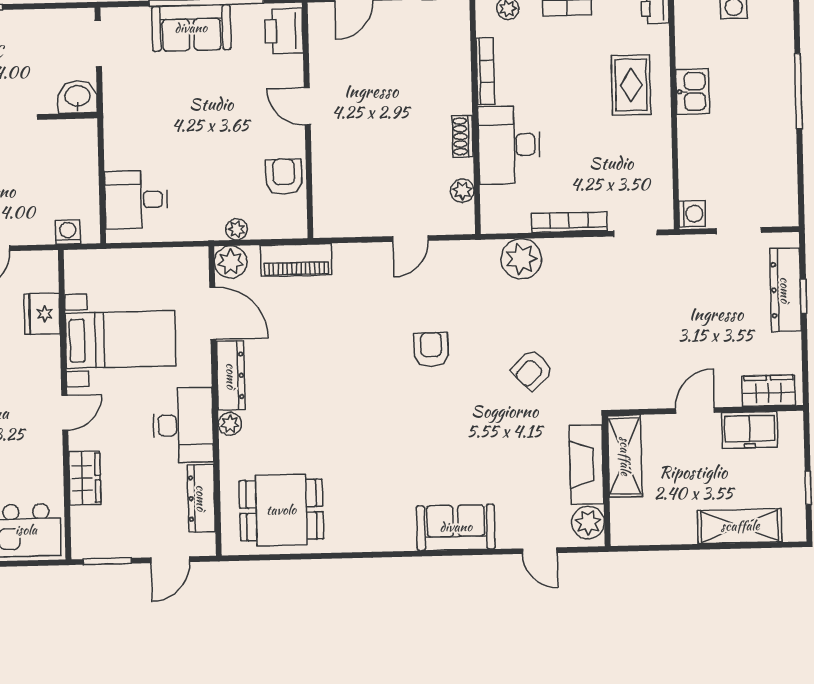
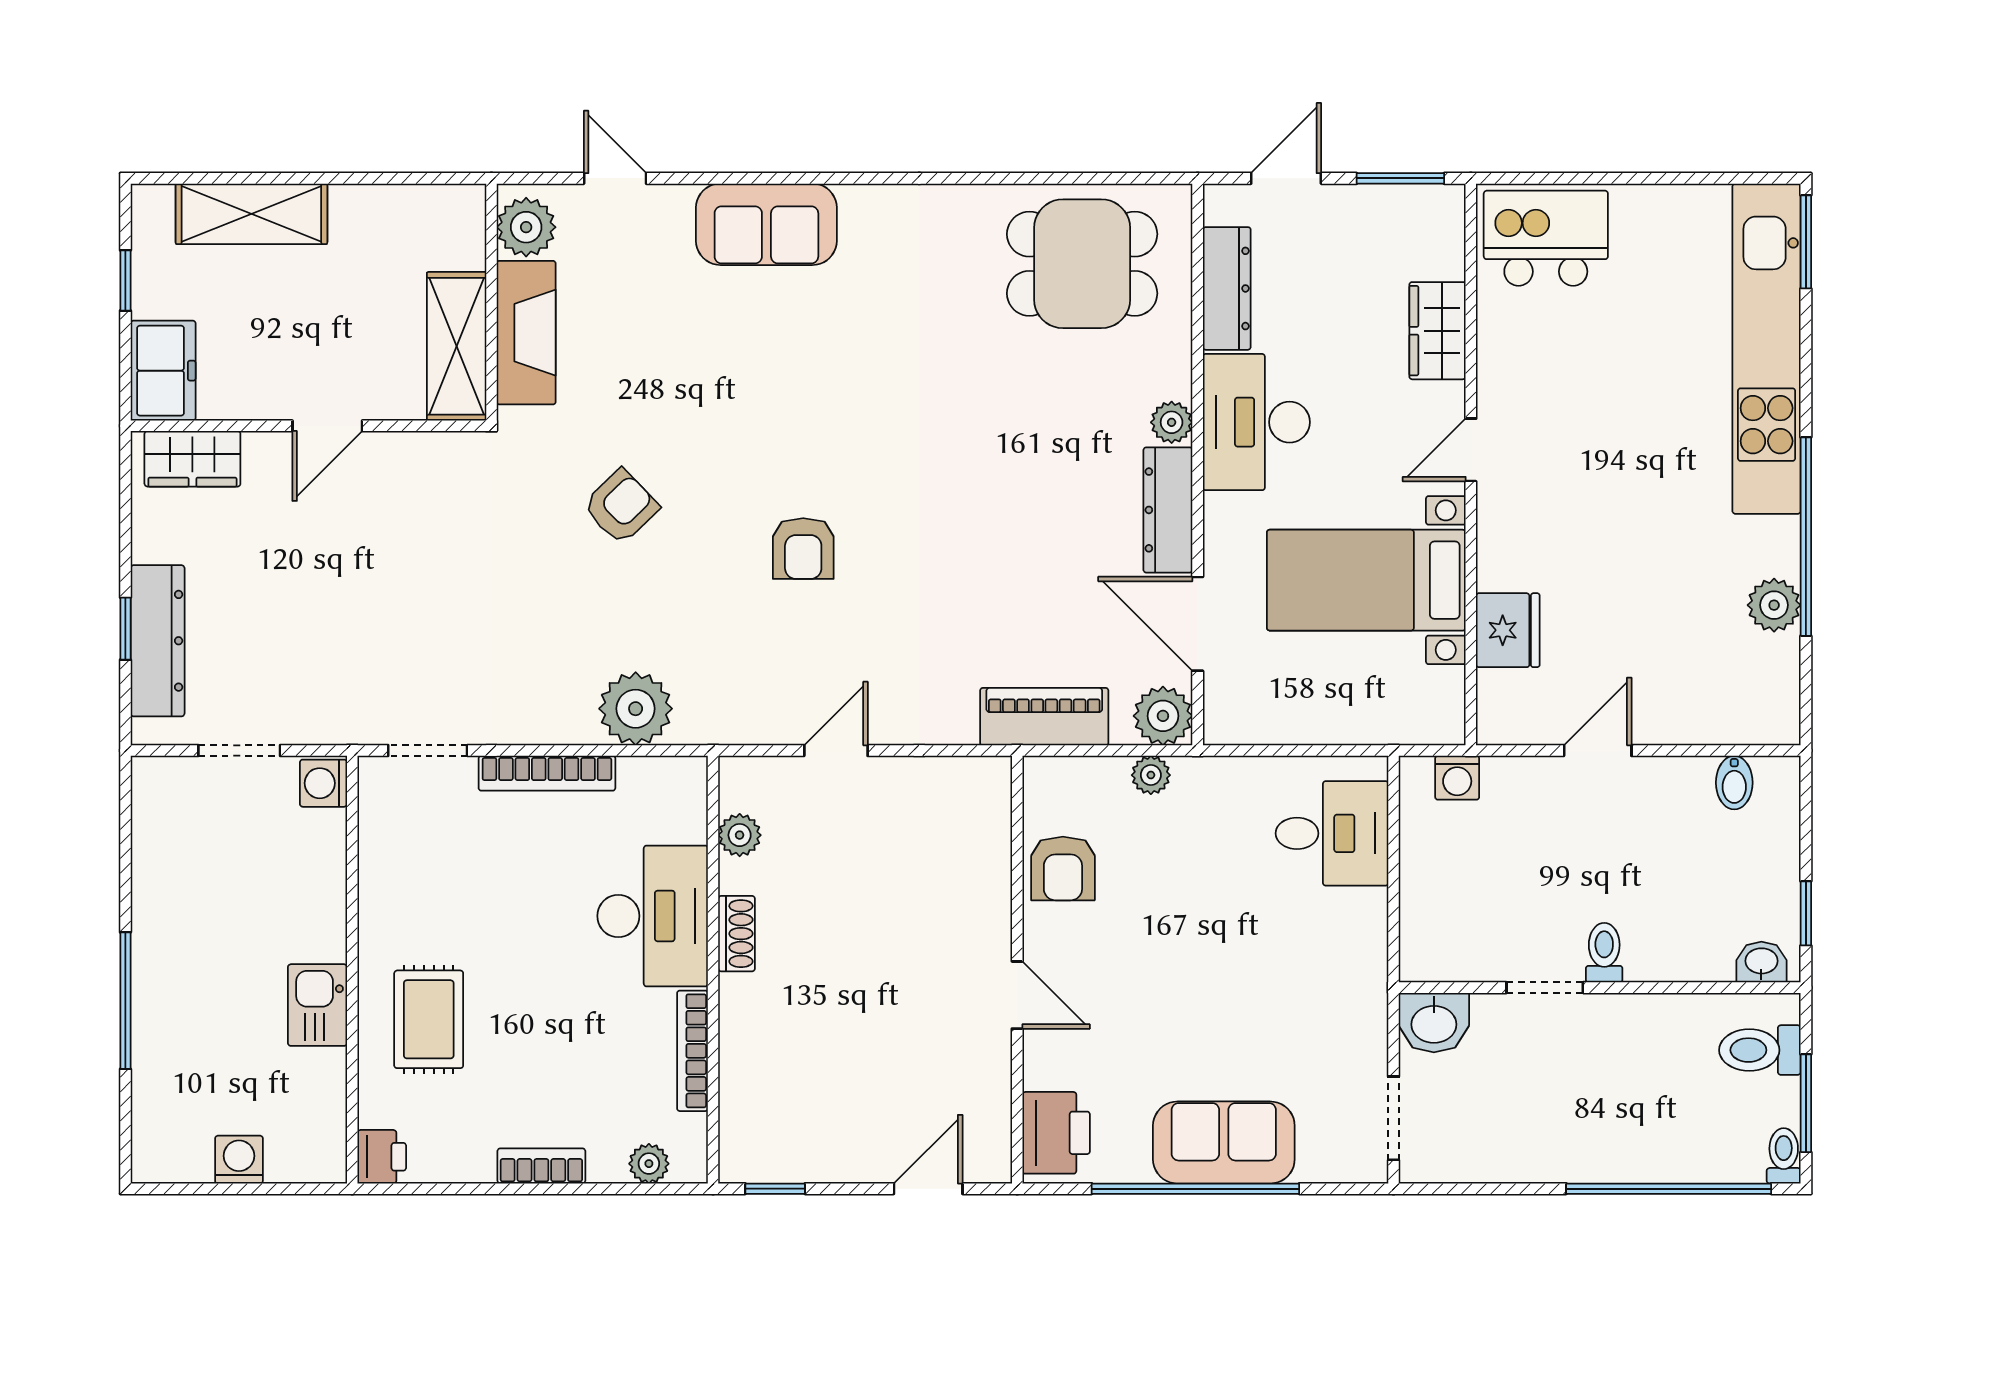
freezer: (750, 430) -> (163, 371), moved, turned 90

